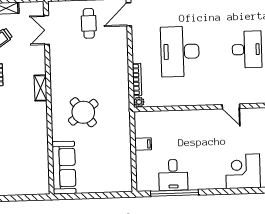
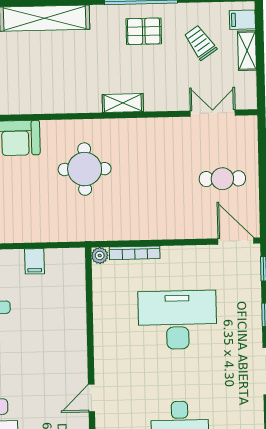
round table: (83, 112) -> (85, 169), turned 38

